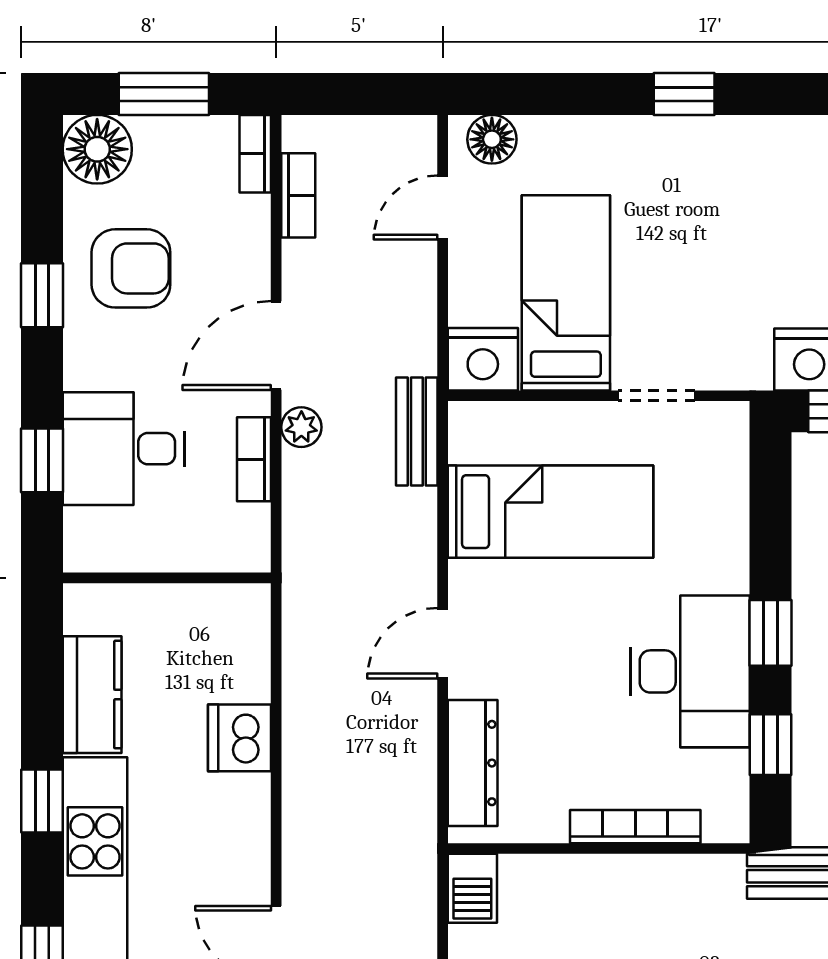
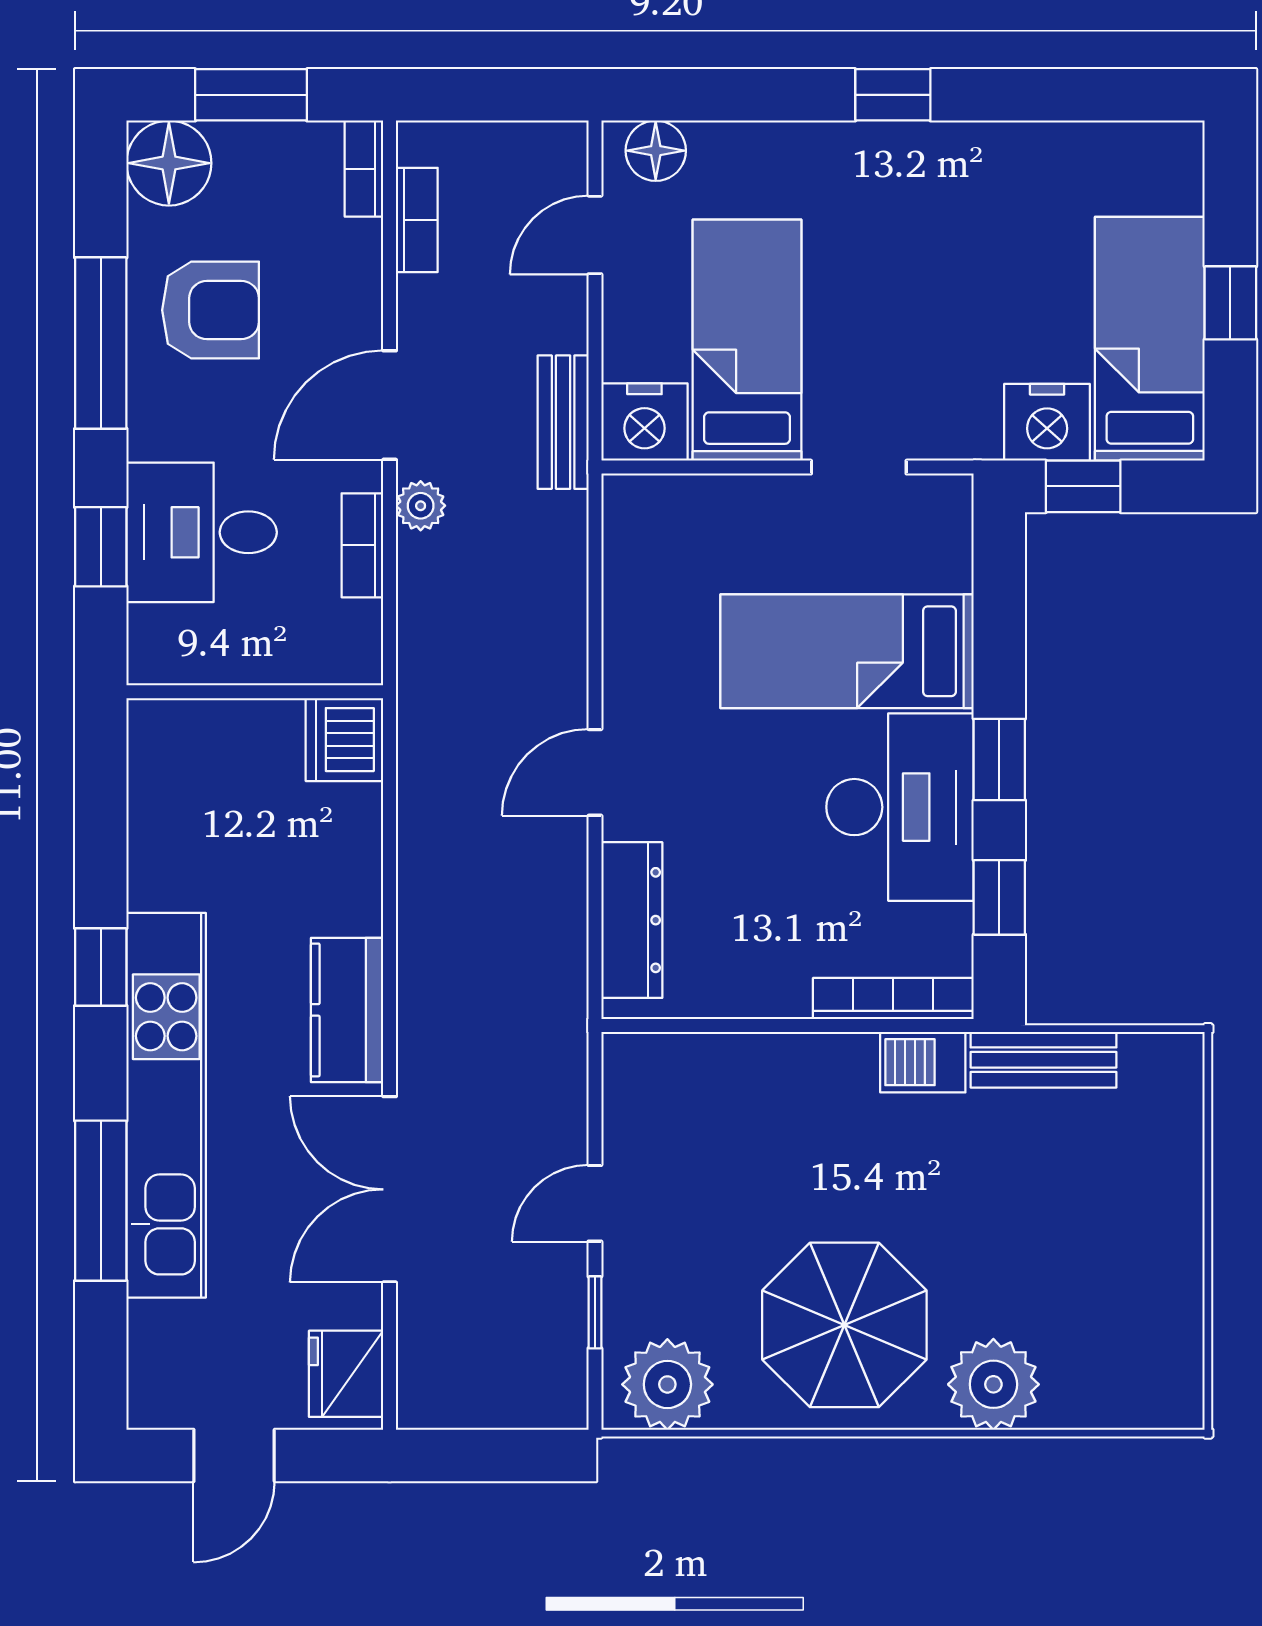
window: (42, 295) -> (101, 343), width x2.17
bench: (417, 431) -> (563, 422), moved
bed: (550, 512) -> (847, 651), moved, turned 180
kitchen counter: (92, 695) -> (347, 1010), moved, turned 180
dishwasher: (240, 738) -> (344, 740), moved
bookcase: (635, 827) -> (893, 999), moved
barbecue: (472, 888) -> (923, 1062), moved, turned 90

